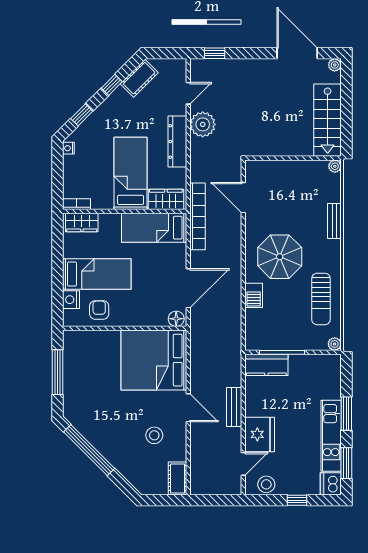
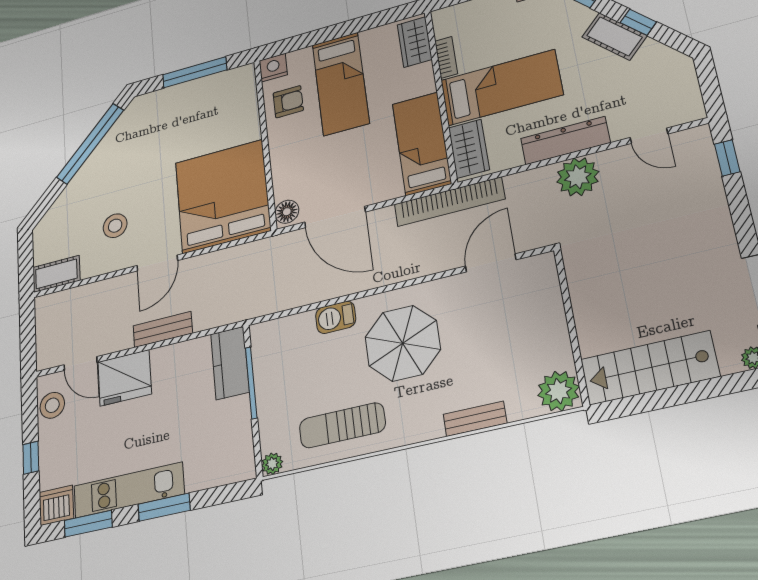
cot: (139, 78) -> (614, 36), moved
plant: (203, 124) -> (578, 177), moved
plant: (335, 166) -> (558, 391), width x1.88, depth x1.88
bookcase: (77, 204) -> (446, 57), moved
nightstand: (71, 300) -> (273, 68), moved

